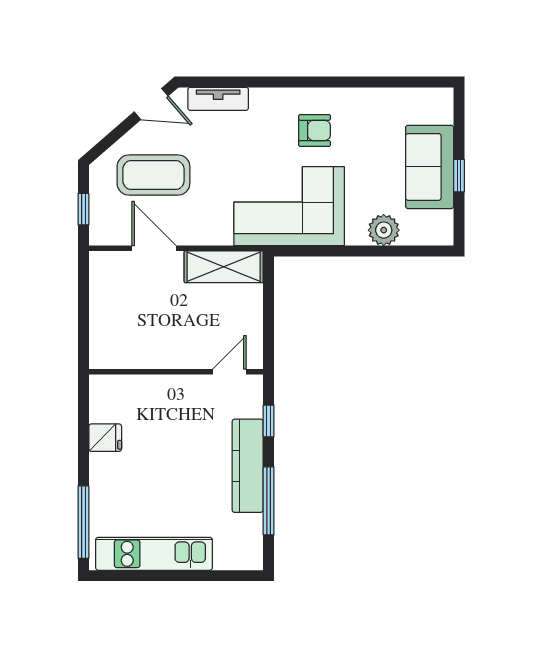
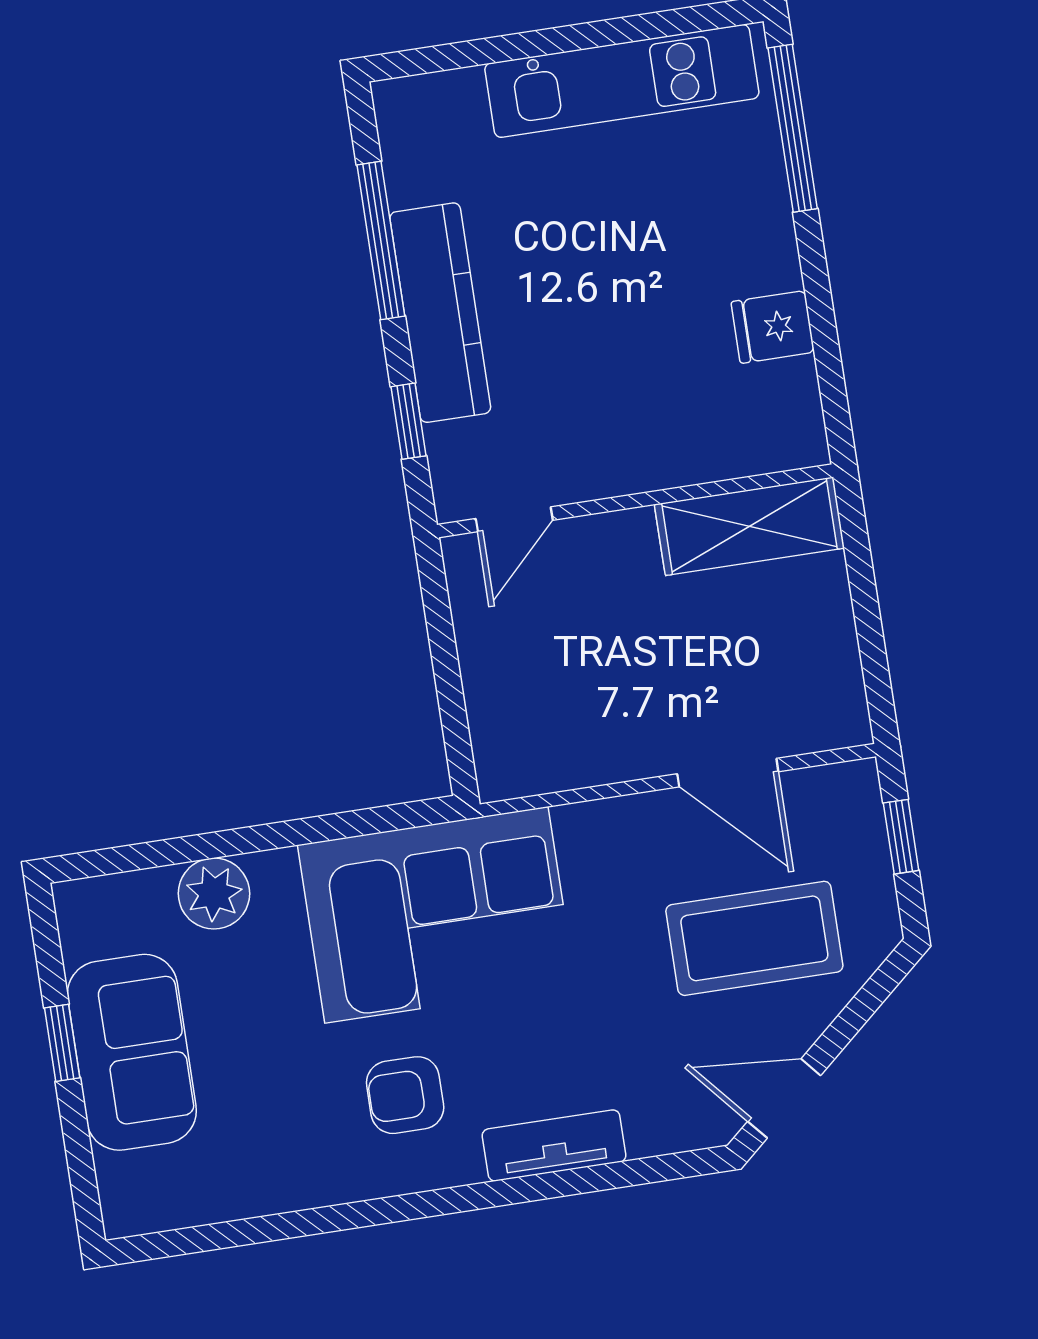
tv unit: (218, 99) -> (554, 1145), moved
shelving: (224, 267) -> (749, 526), moved

